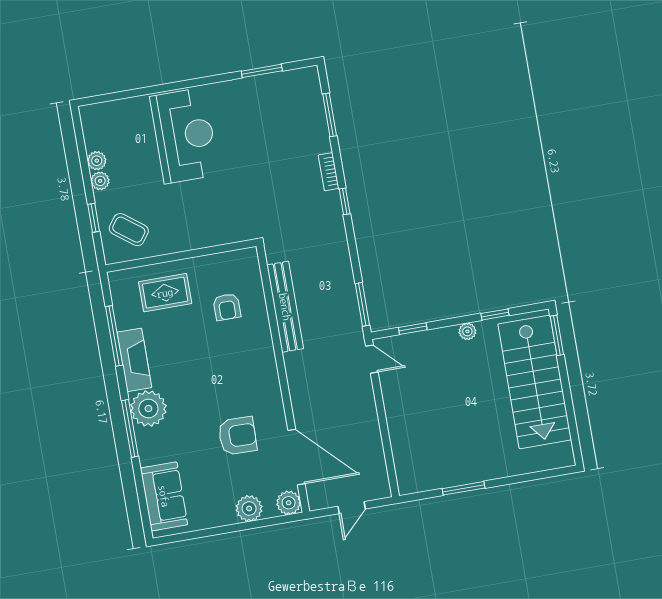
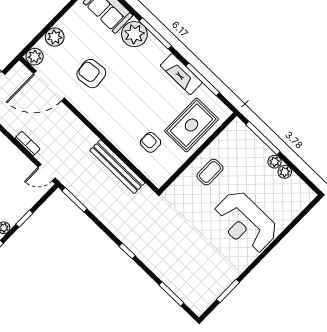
bookcase: (329, 172) -> (28, 144), moved
window: (94, 218) -> (263, 138), width x2.17
coffee table: (129, 230) -> (210, 172), moved, turned -37
rug: (165, 293) -> (191, 125), width x1.36, depth x1.43
window: (413, 329) -> (24, 219), moved
plant: (148, 409) -> (134, 34), moved
armchair: (237, 436) -> (91, 74), turned 82

